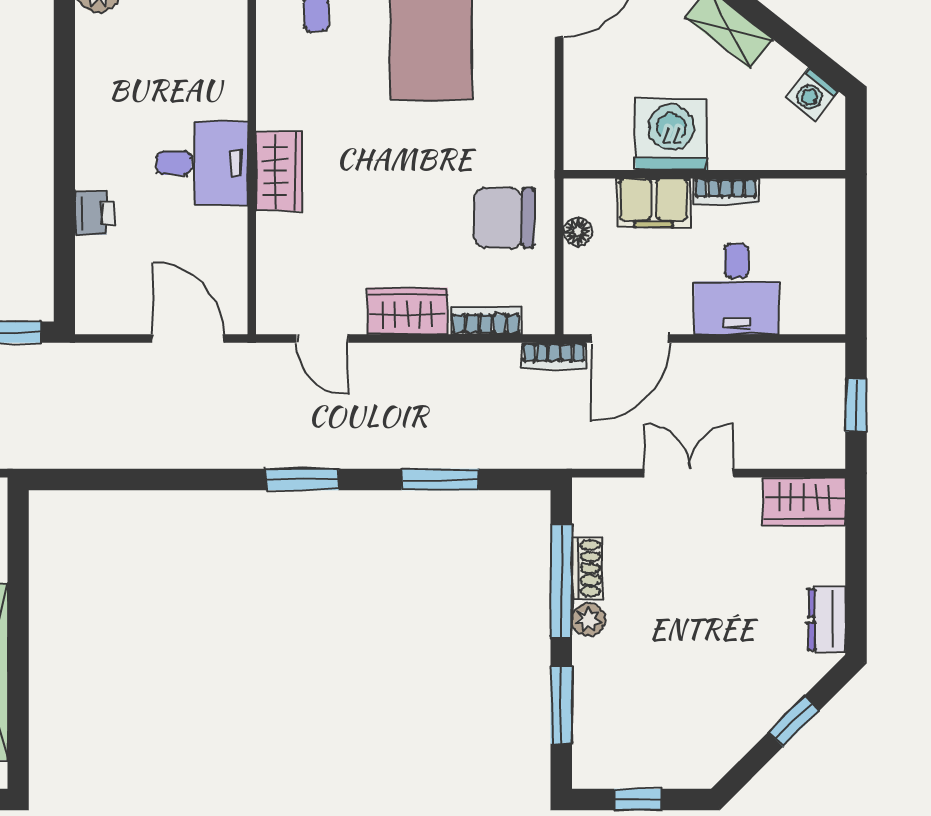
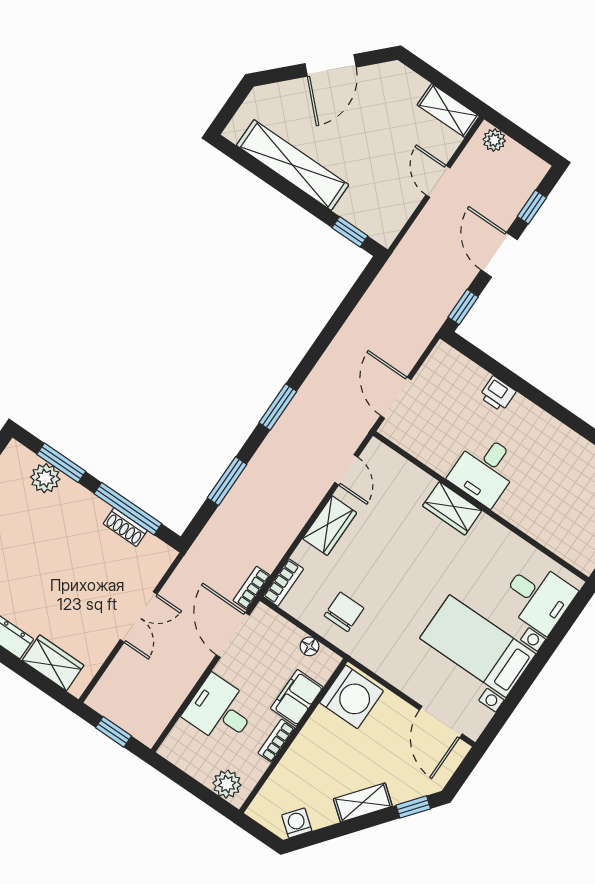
washing machine: (671, 135) -> (352, 697), moved
plant: (824, 216) -> (227, 784), added
chair: (504, 218) -> (344, 612), width x0.73, depth x0.73
bookcase: (486, 320) -> (283, 583), moved
door: (188, 338) -> (396, 398), swing flipped
door: (322, 338) -> (346, 470), swing flipped
wardrobe: (804, 501) -> (53, 663), moved, turned 90
window: (18, 541) -> (350, 232), added
plant: (588, 619) -> (45, 478), moved, width x1.38, depth x1.38

